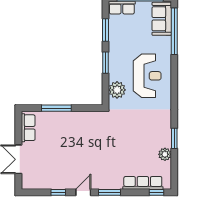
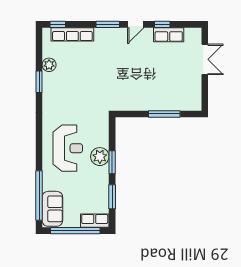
reception desk: (147, 76) -> (68, 148), turned 180
plant: (117, 90) -> (100, 157), moved
row of seats: (28, 128) -> (169, 35), moved, turned -90

